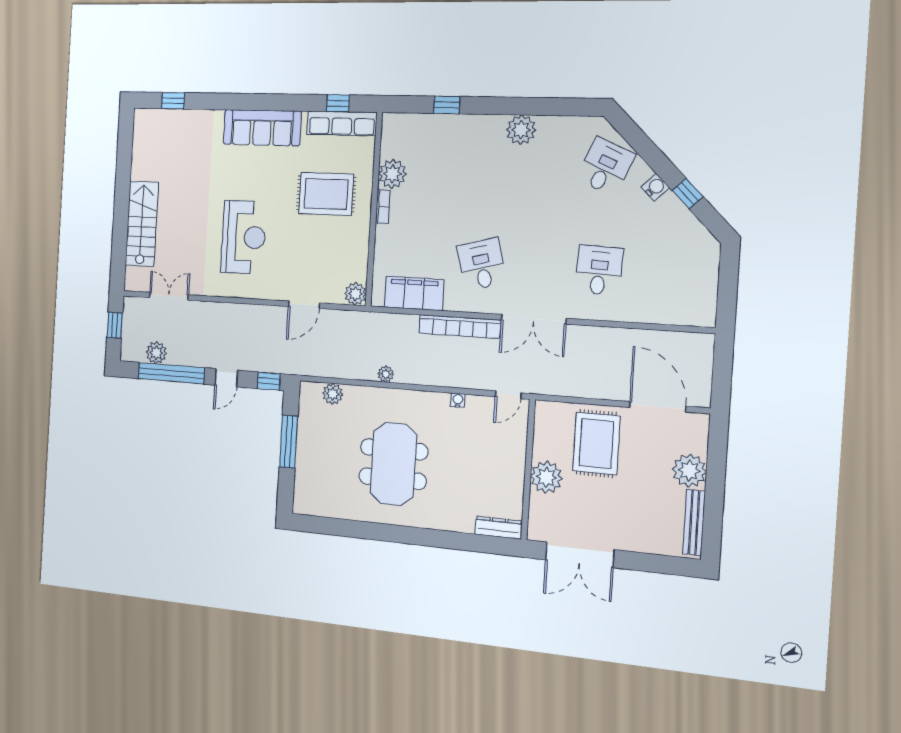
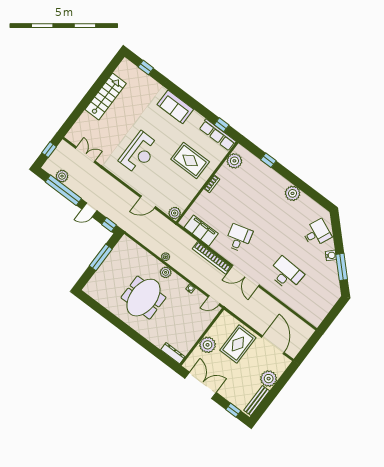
sofa: (262, 128) -> (175, 107), width x0.73
plant: (392, 174) -> (234, 161), moved
window: (688, 194) -> (342, 267), width x2.17
stairs: (142, 224) -> (106, 97), moved
desk: (599, 270) -> (286, 274), width x1.37
plant: (333, 394) -> (166, 272), moved
double door: (580, 555) -> (201, 385), swing flipped
window: (664, 564) -> (233, 410), added

